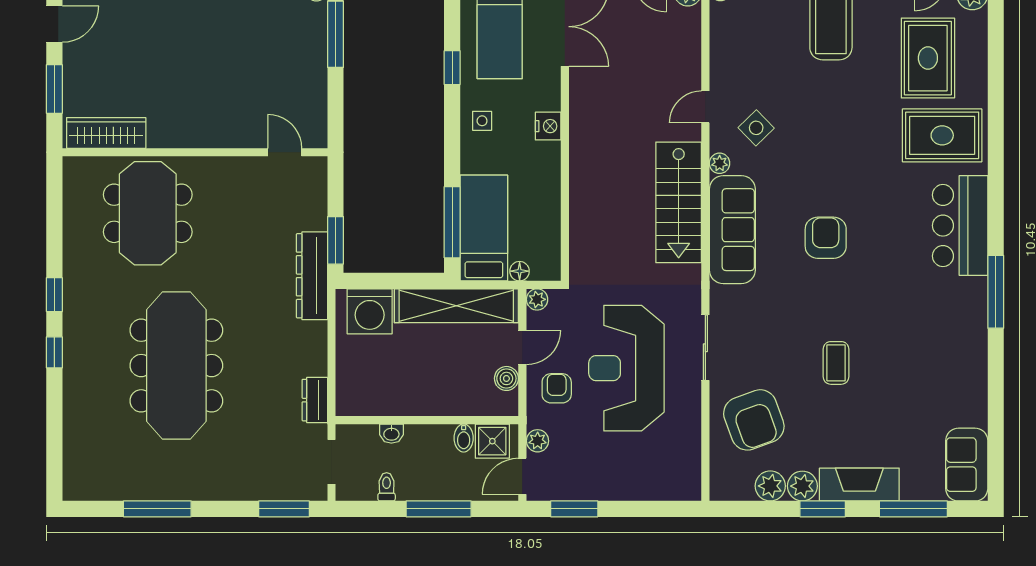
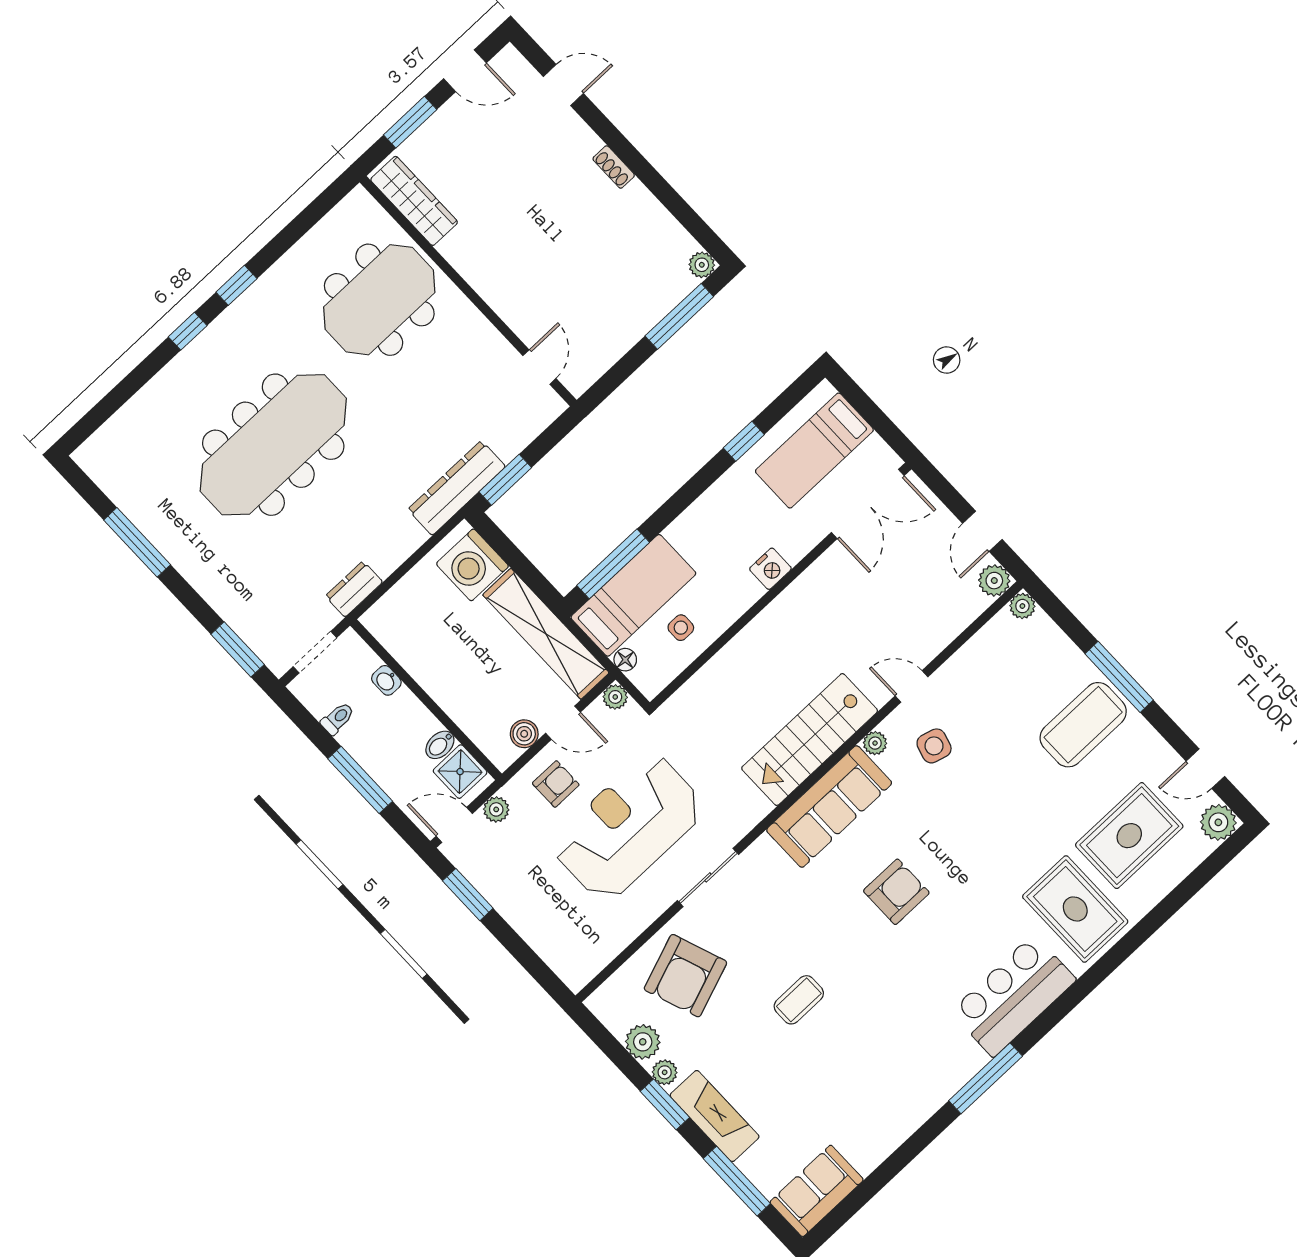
side table: (482, 121) -> (681, 628), moved
side table: (756, 128) -> (934, 746), turned -30
plant: (802, 486) -> (665, 1072), width x0.73, depth x0.73

